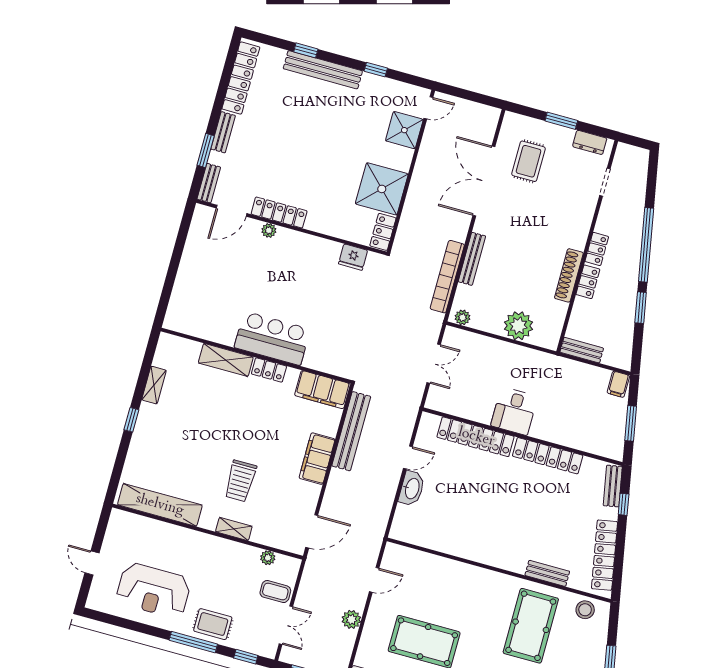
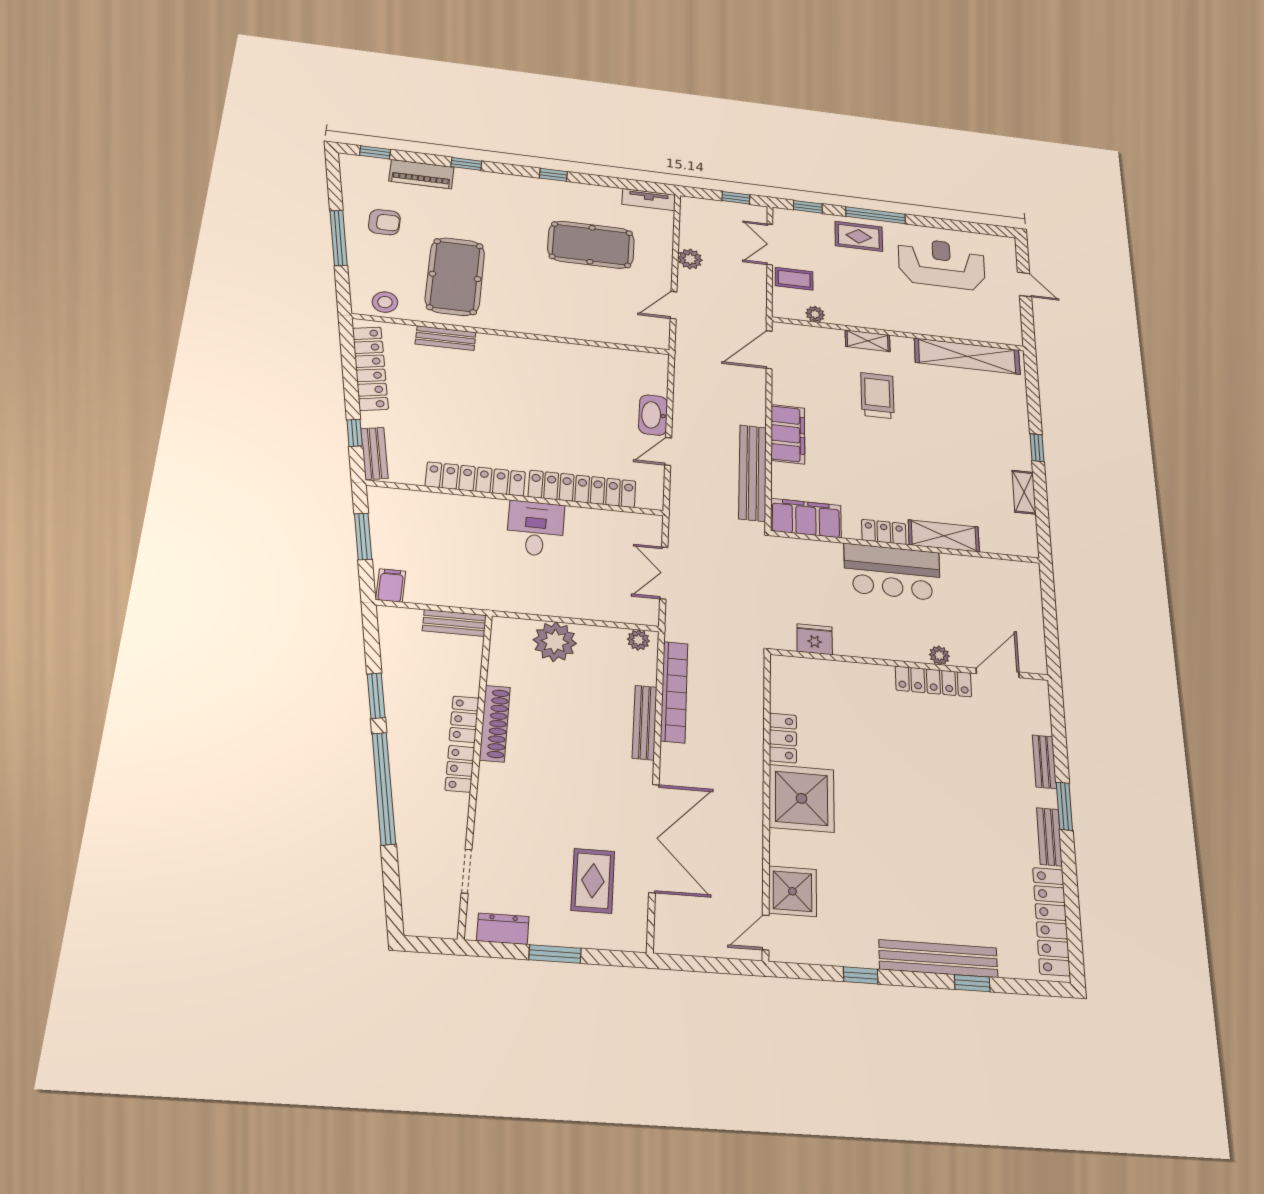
door: (232, 211) -> (998, 673), moved
locker: (279, 212) -> (933, 681), moved
wall: (291, 227) -> (910, 665), moved
plant: (269, 230) -> (939, 655), moved
fridge: (353, 257) -> (815, 639), moved

